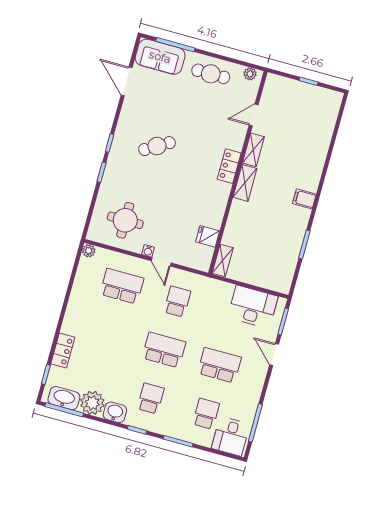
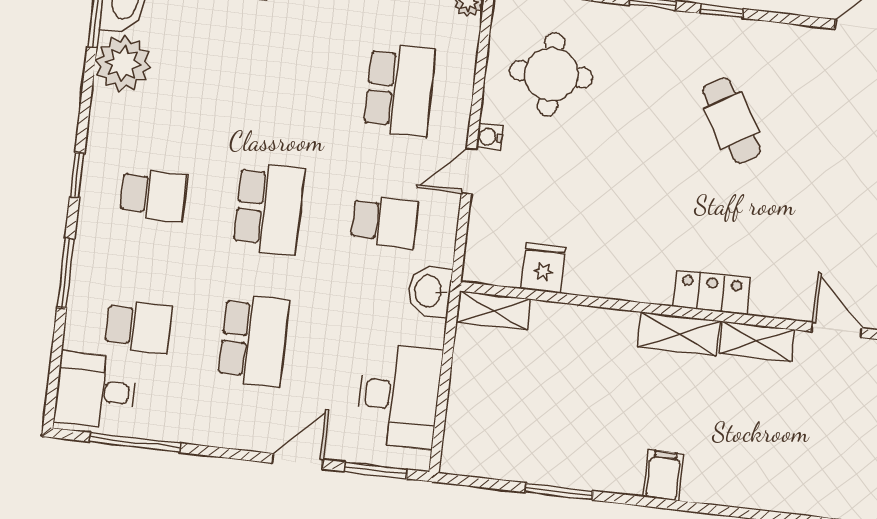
washbasin: (115, 412) -> (429, 291), moved, turned 180

